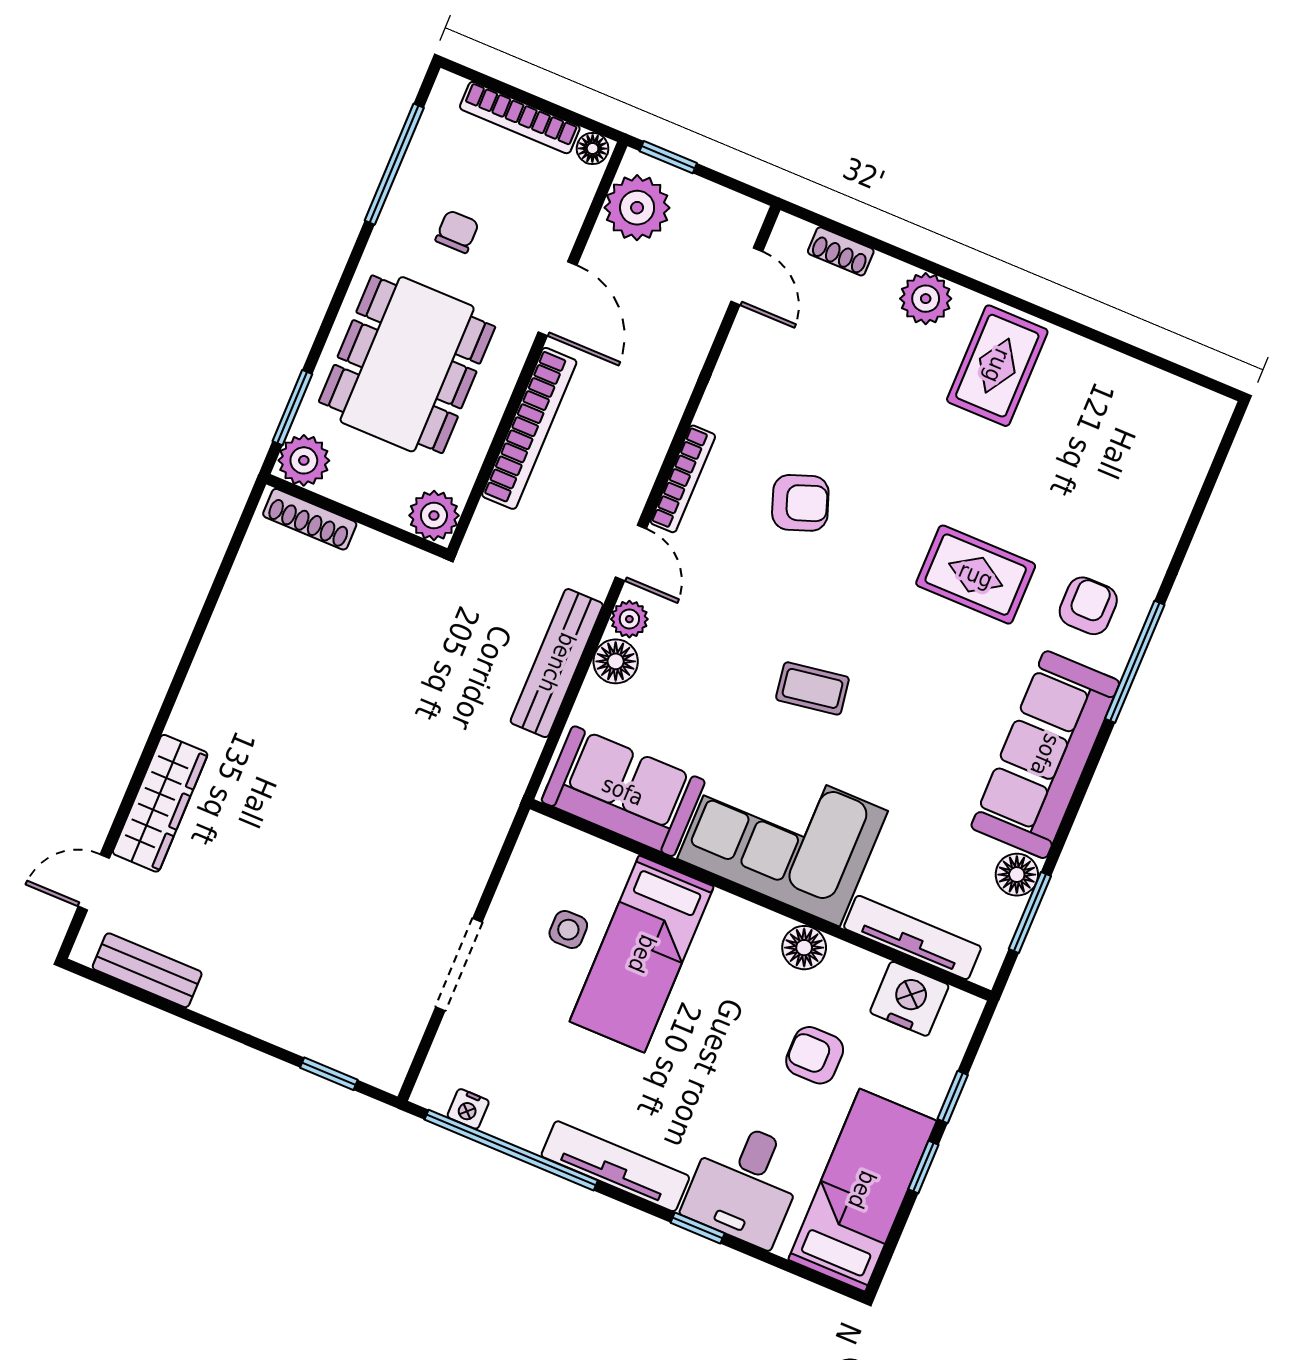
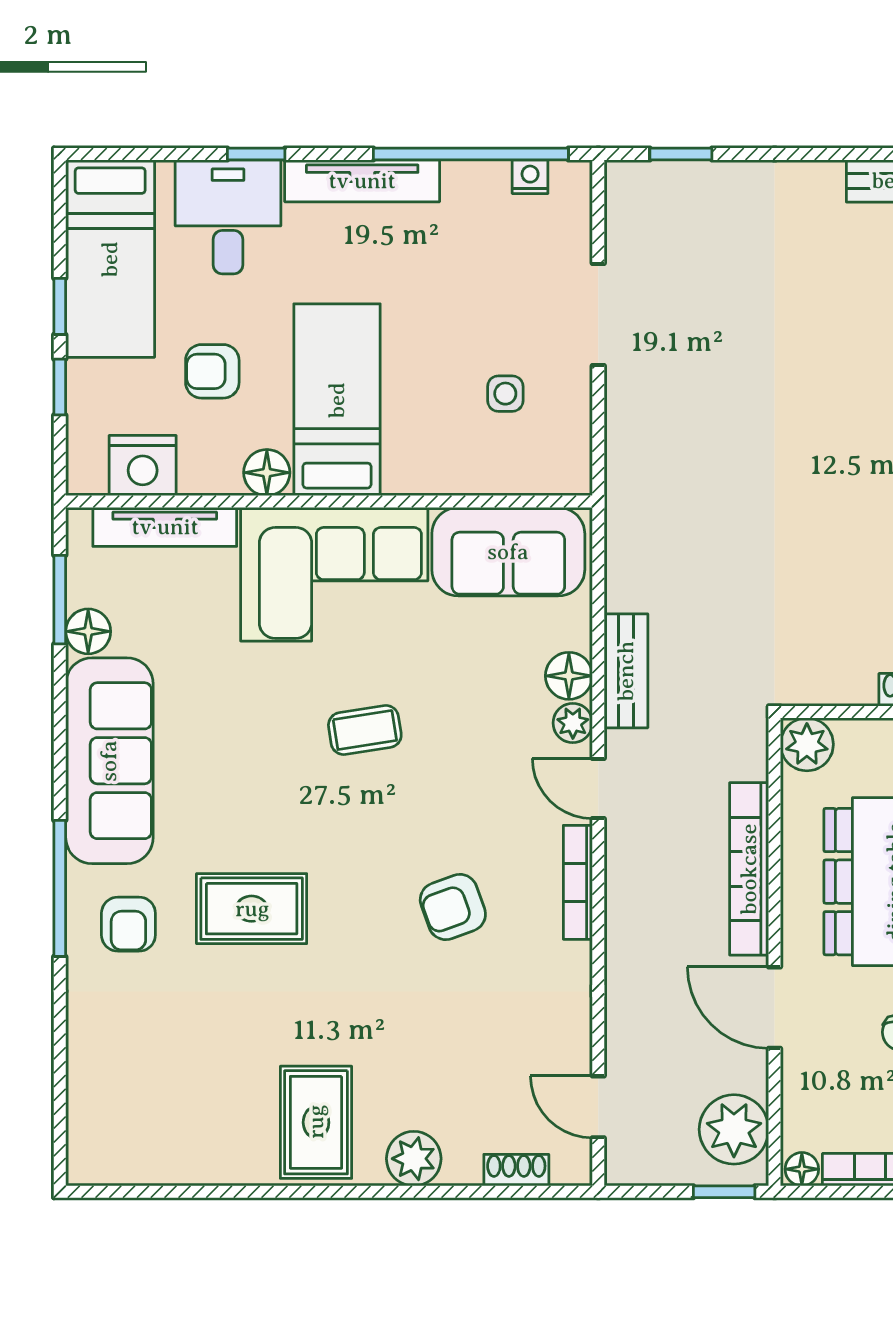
bench: (557, 663) -> (626, 671), width x0.73
bed: (642, 954) -> (337, 400), moved
armchair: (815, 1055) -> (212, 371), turned 180

